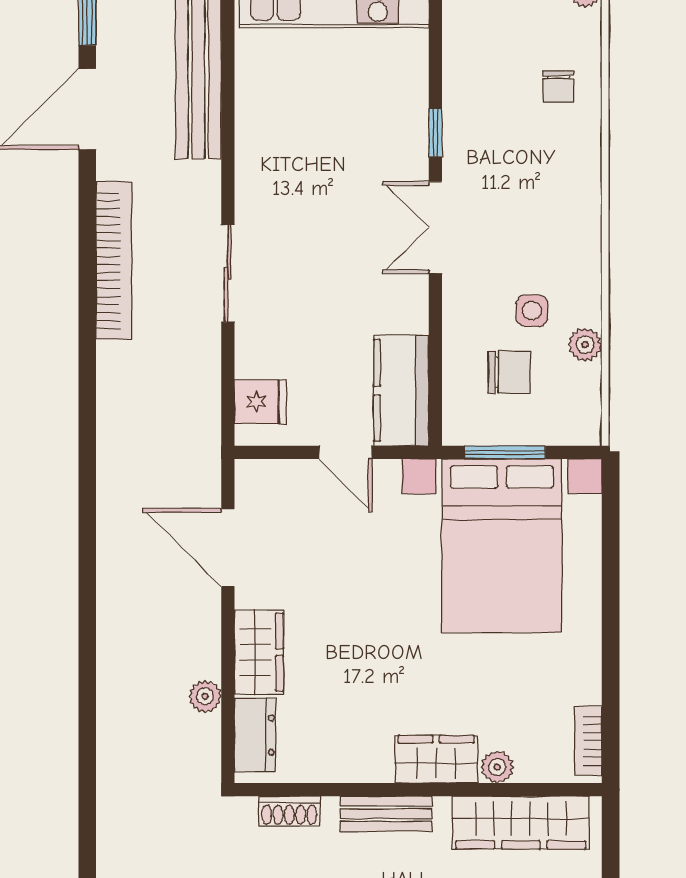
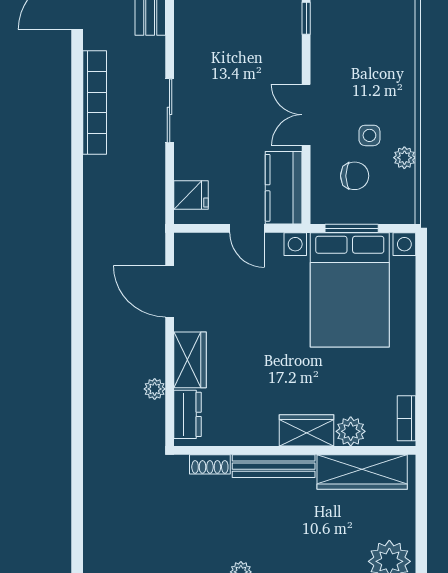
double door: (435, 228) -> (306, 115), moved
plant: (497, 767) -> (351, 431), width x1.38, depth x1.38
bench: (386, 814) -> (274, 466), width x1.36

